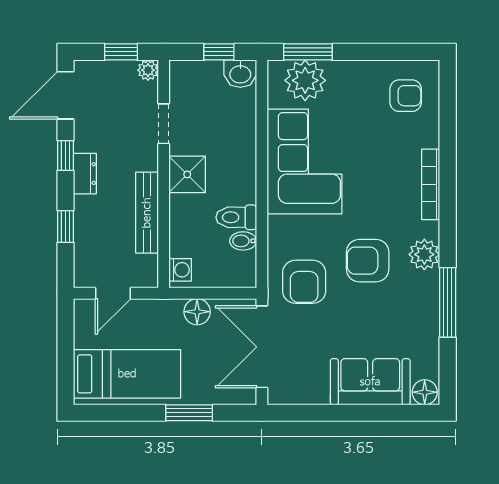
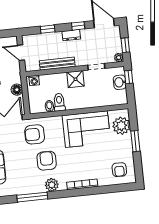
window: (219, 52) -> (129, 77), moved
window: (308, 52) -> (135, 141), moved
washbasin: (240, 74) -> (120, 82), moved

